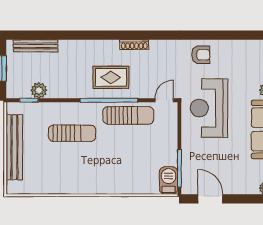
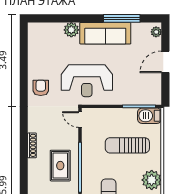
sun lounger: (128, 115) -> (127, 145), moved, turned -90
plant: (94, 183) -> (152, 180), added
door: (210, 199) -> (165, 62), moved

